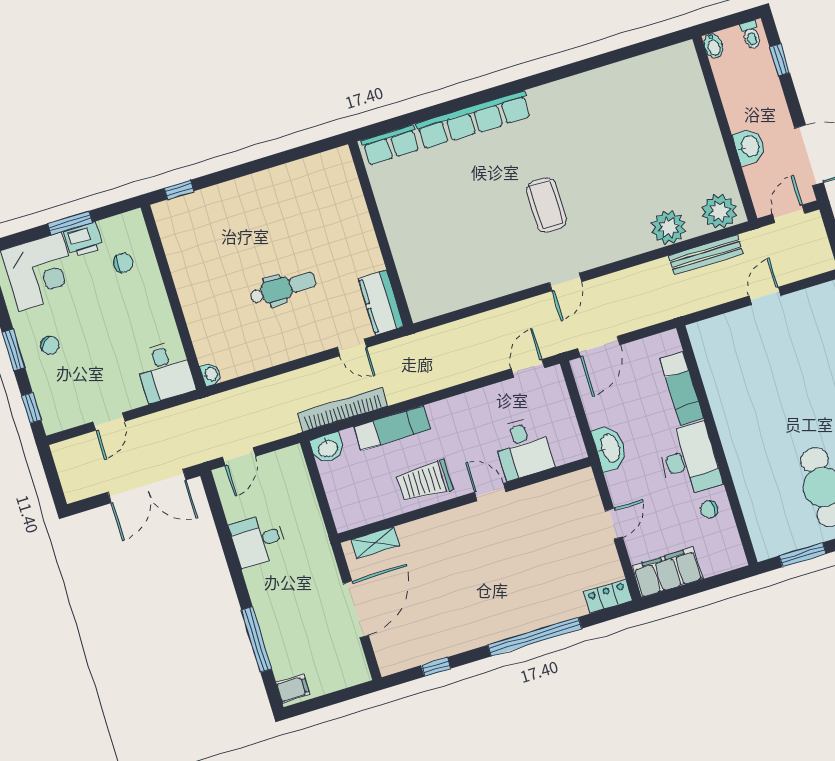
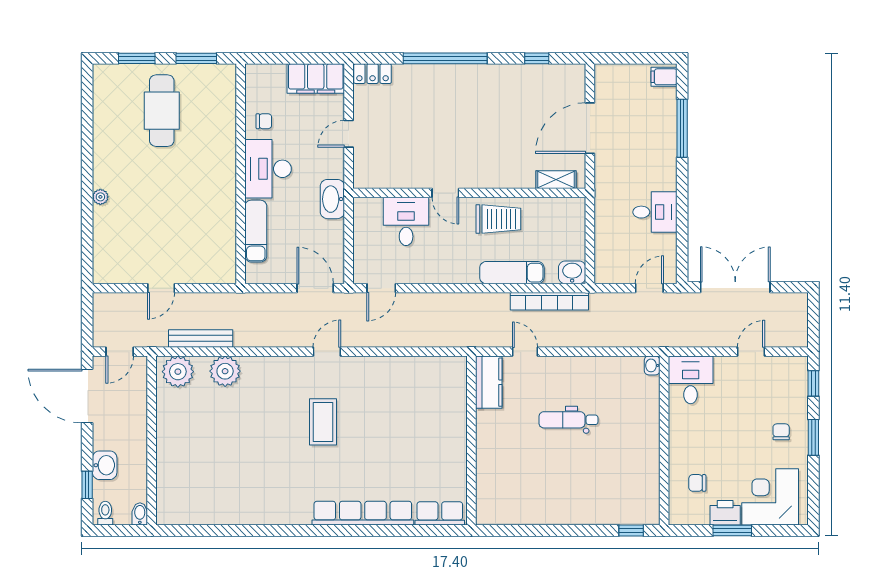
washbasin: (750, 146) -> (105, 465), moved, turned 180
chair: (50, 345) -> (781, 432), turned 44
door: (599, 347) -> (315, 288), hinge flipped

